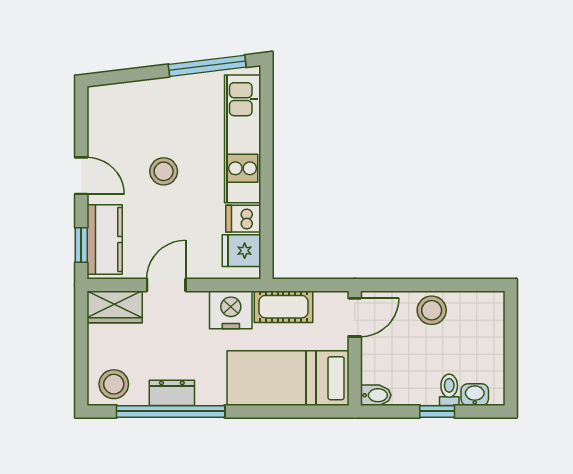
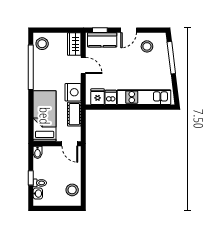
window: (207, 66) -> (171, 58), moved
stool: (164, 171) -> (147, 46), moved
stool: (432, 310) -> (72, 190), moved
dresser: (172, 393) -> (39, 68), removed

